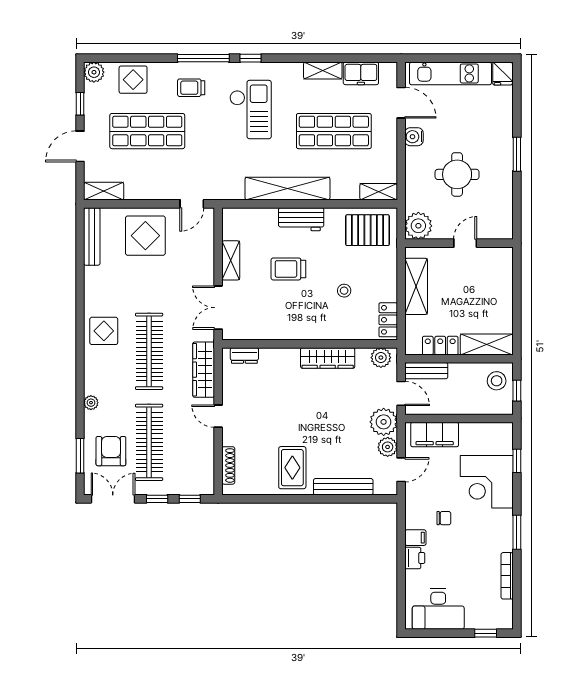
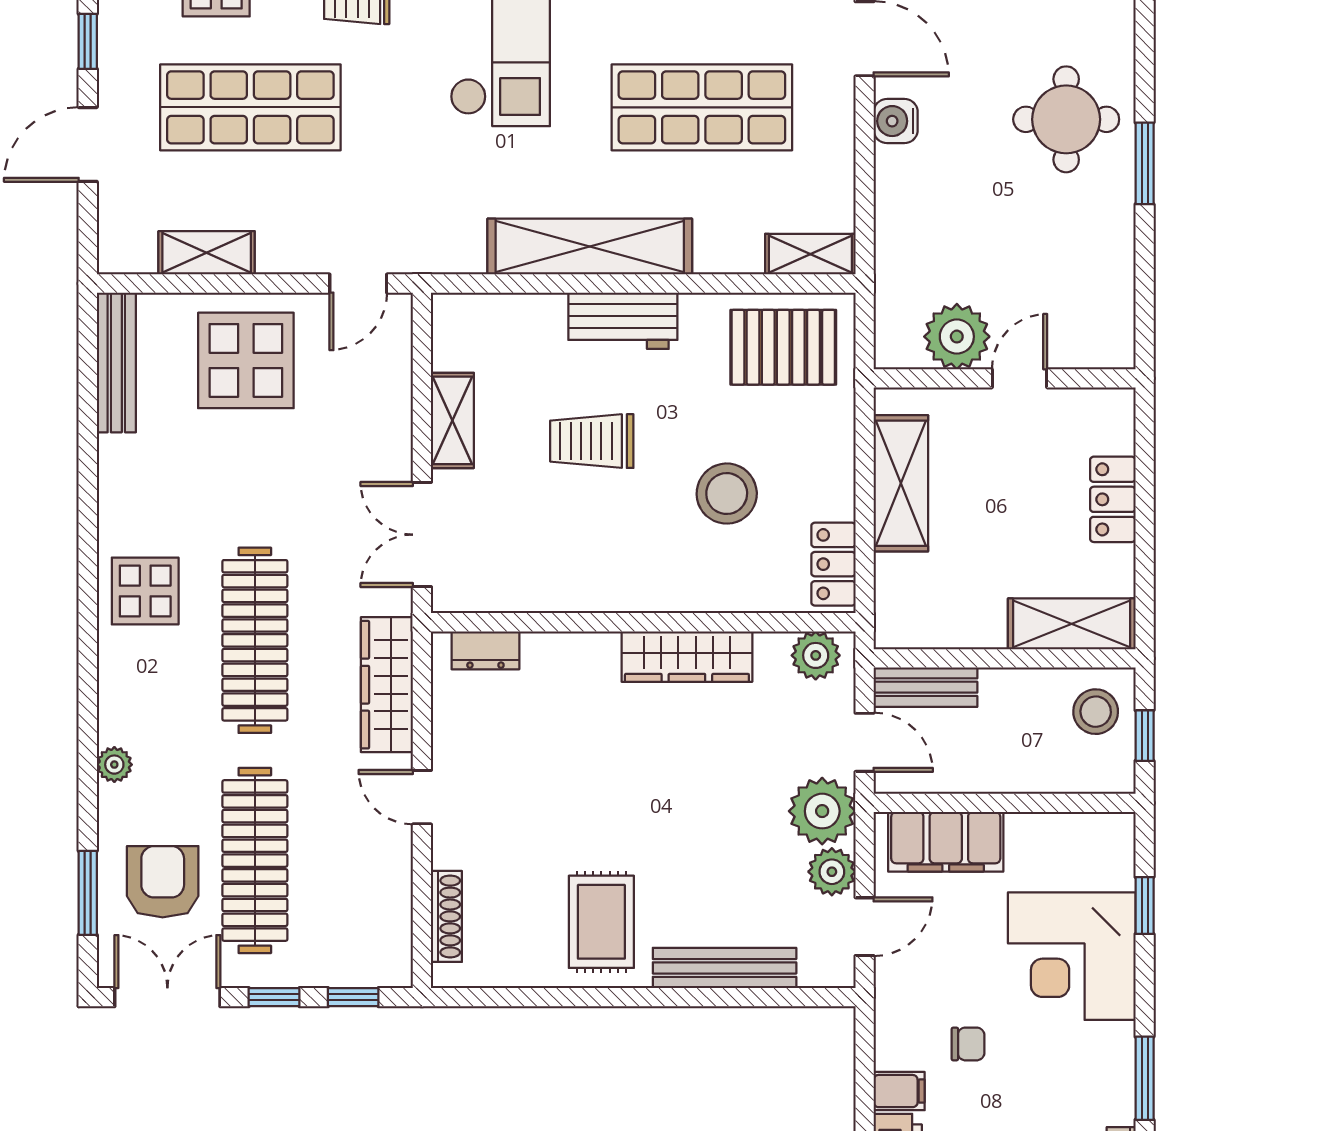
round table: (457, 174) -> (1066, 119), moved
shelving: (104, 191) -> (207, 253), moved
plant: (418, 226) -> (957, 337), moved
stool: (344, 291) -> (727, 494), width x1.89, depth x1.89
locker: (440, 346) -> (1113, 499), moved, turned -90

